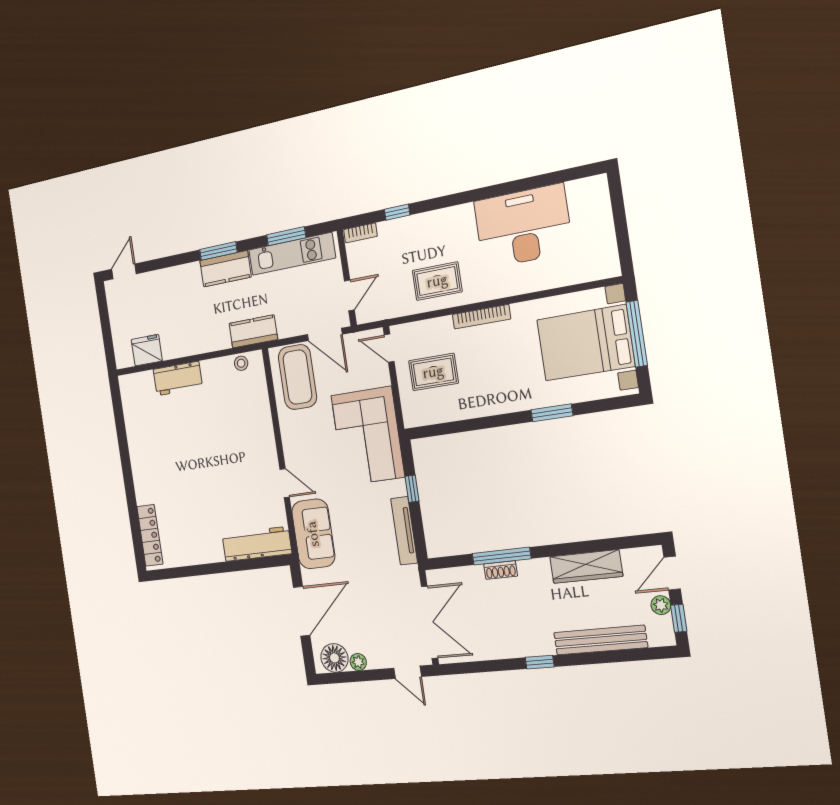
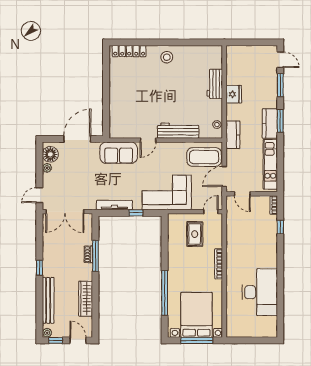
window: (286, 236) -> (280, 85), moved
rug: (437, 281) -> (241, 243), removed
fridge: (147, 350) -> (234, 94), moved
window: (552, 413) -> (165, 293), width x2.11
stool: (149, 469) -> (167, 57), added
workbench: (257, 544) -> (178, 131), moved, turned -90
plant: (661, 605) -> (47, 333), moved
door: (302, 611) -> (77, 139), swing flipped

